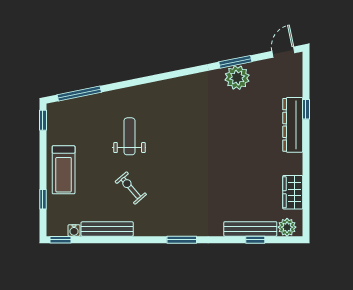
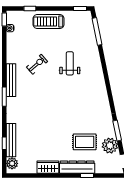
plant: (237, 78) -> (110, 146), moved
rug: (253, 113) -> (85, 142), added
weight bench: (129, 136) -> (70, 63), turned -90
wardrobe: (293, 192) -> (48, 167), moved
bench: (107, 229) -> (11, 80), moved

